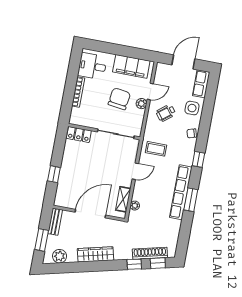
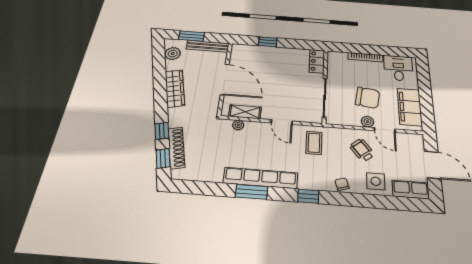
bench: (55, 222) -> (208, 46), width x1.36

